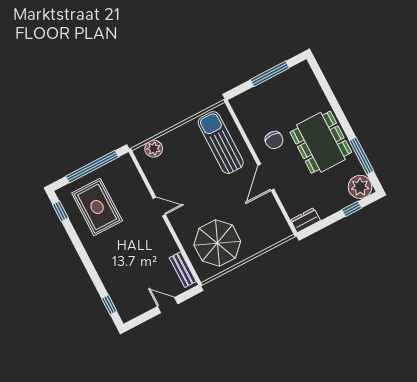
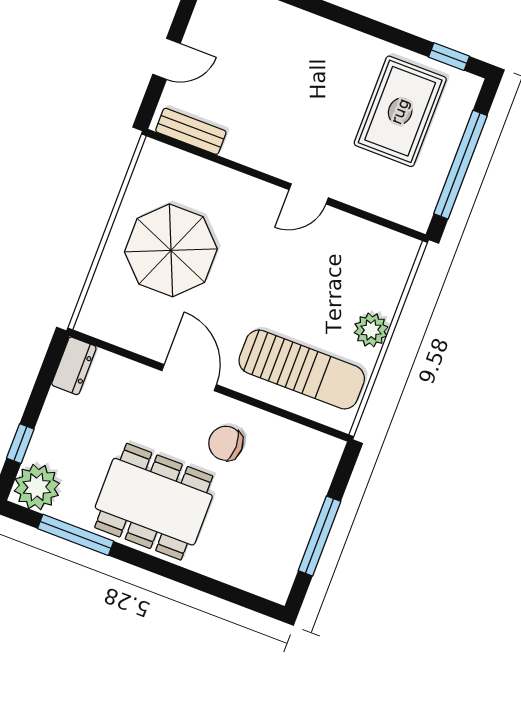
plant: (154, 149) -> (371, 330), moved
rug: (97, 207) -> (400, 111), turned 90
parasol: (217, 243) -> (171, 250), moved

